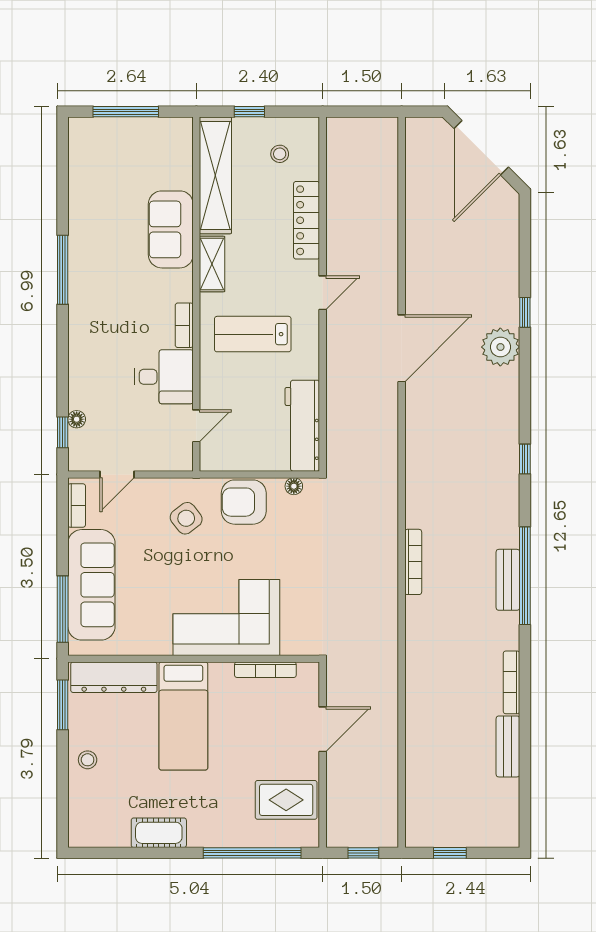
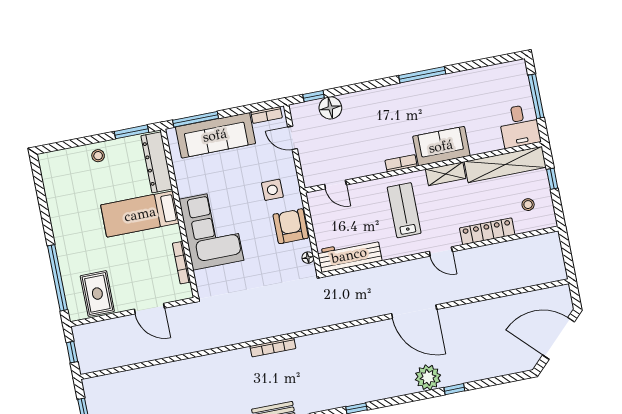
sofa: (171, 229) -> (441, 146), moved
desk: (164, 377) -> (519, 126), moved
floor lamp: (77, 419) -> (330, 108), width x1.89, depth x1.89
side table: (186, 518) -> (272, 190), turned 38
cot: (159, 833) -> (59, 213), removed

